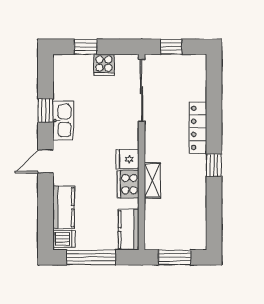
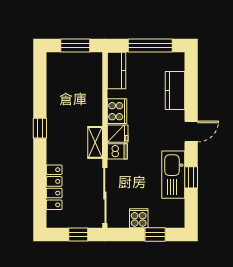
kitchen sink: (63, 121) -> (173, 175), width x1.36, depth x1.24
locker: (198, 128) -> (54, 187), moved
shelving: (152, 180) -> (95, 142), moved
dishwasher: (64, 239) -> (117, 151), moved, turned 180

